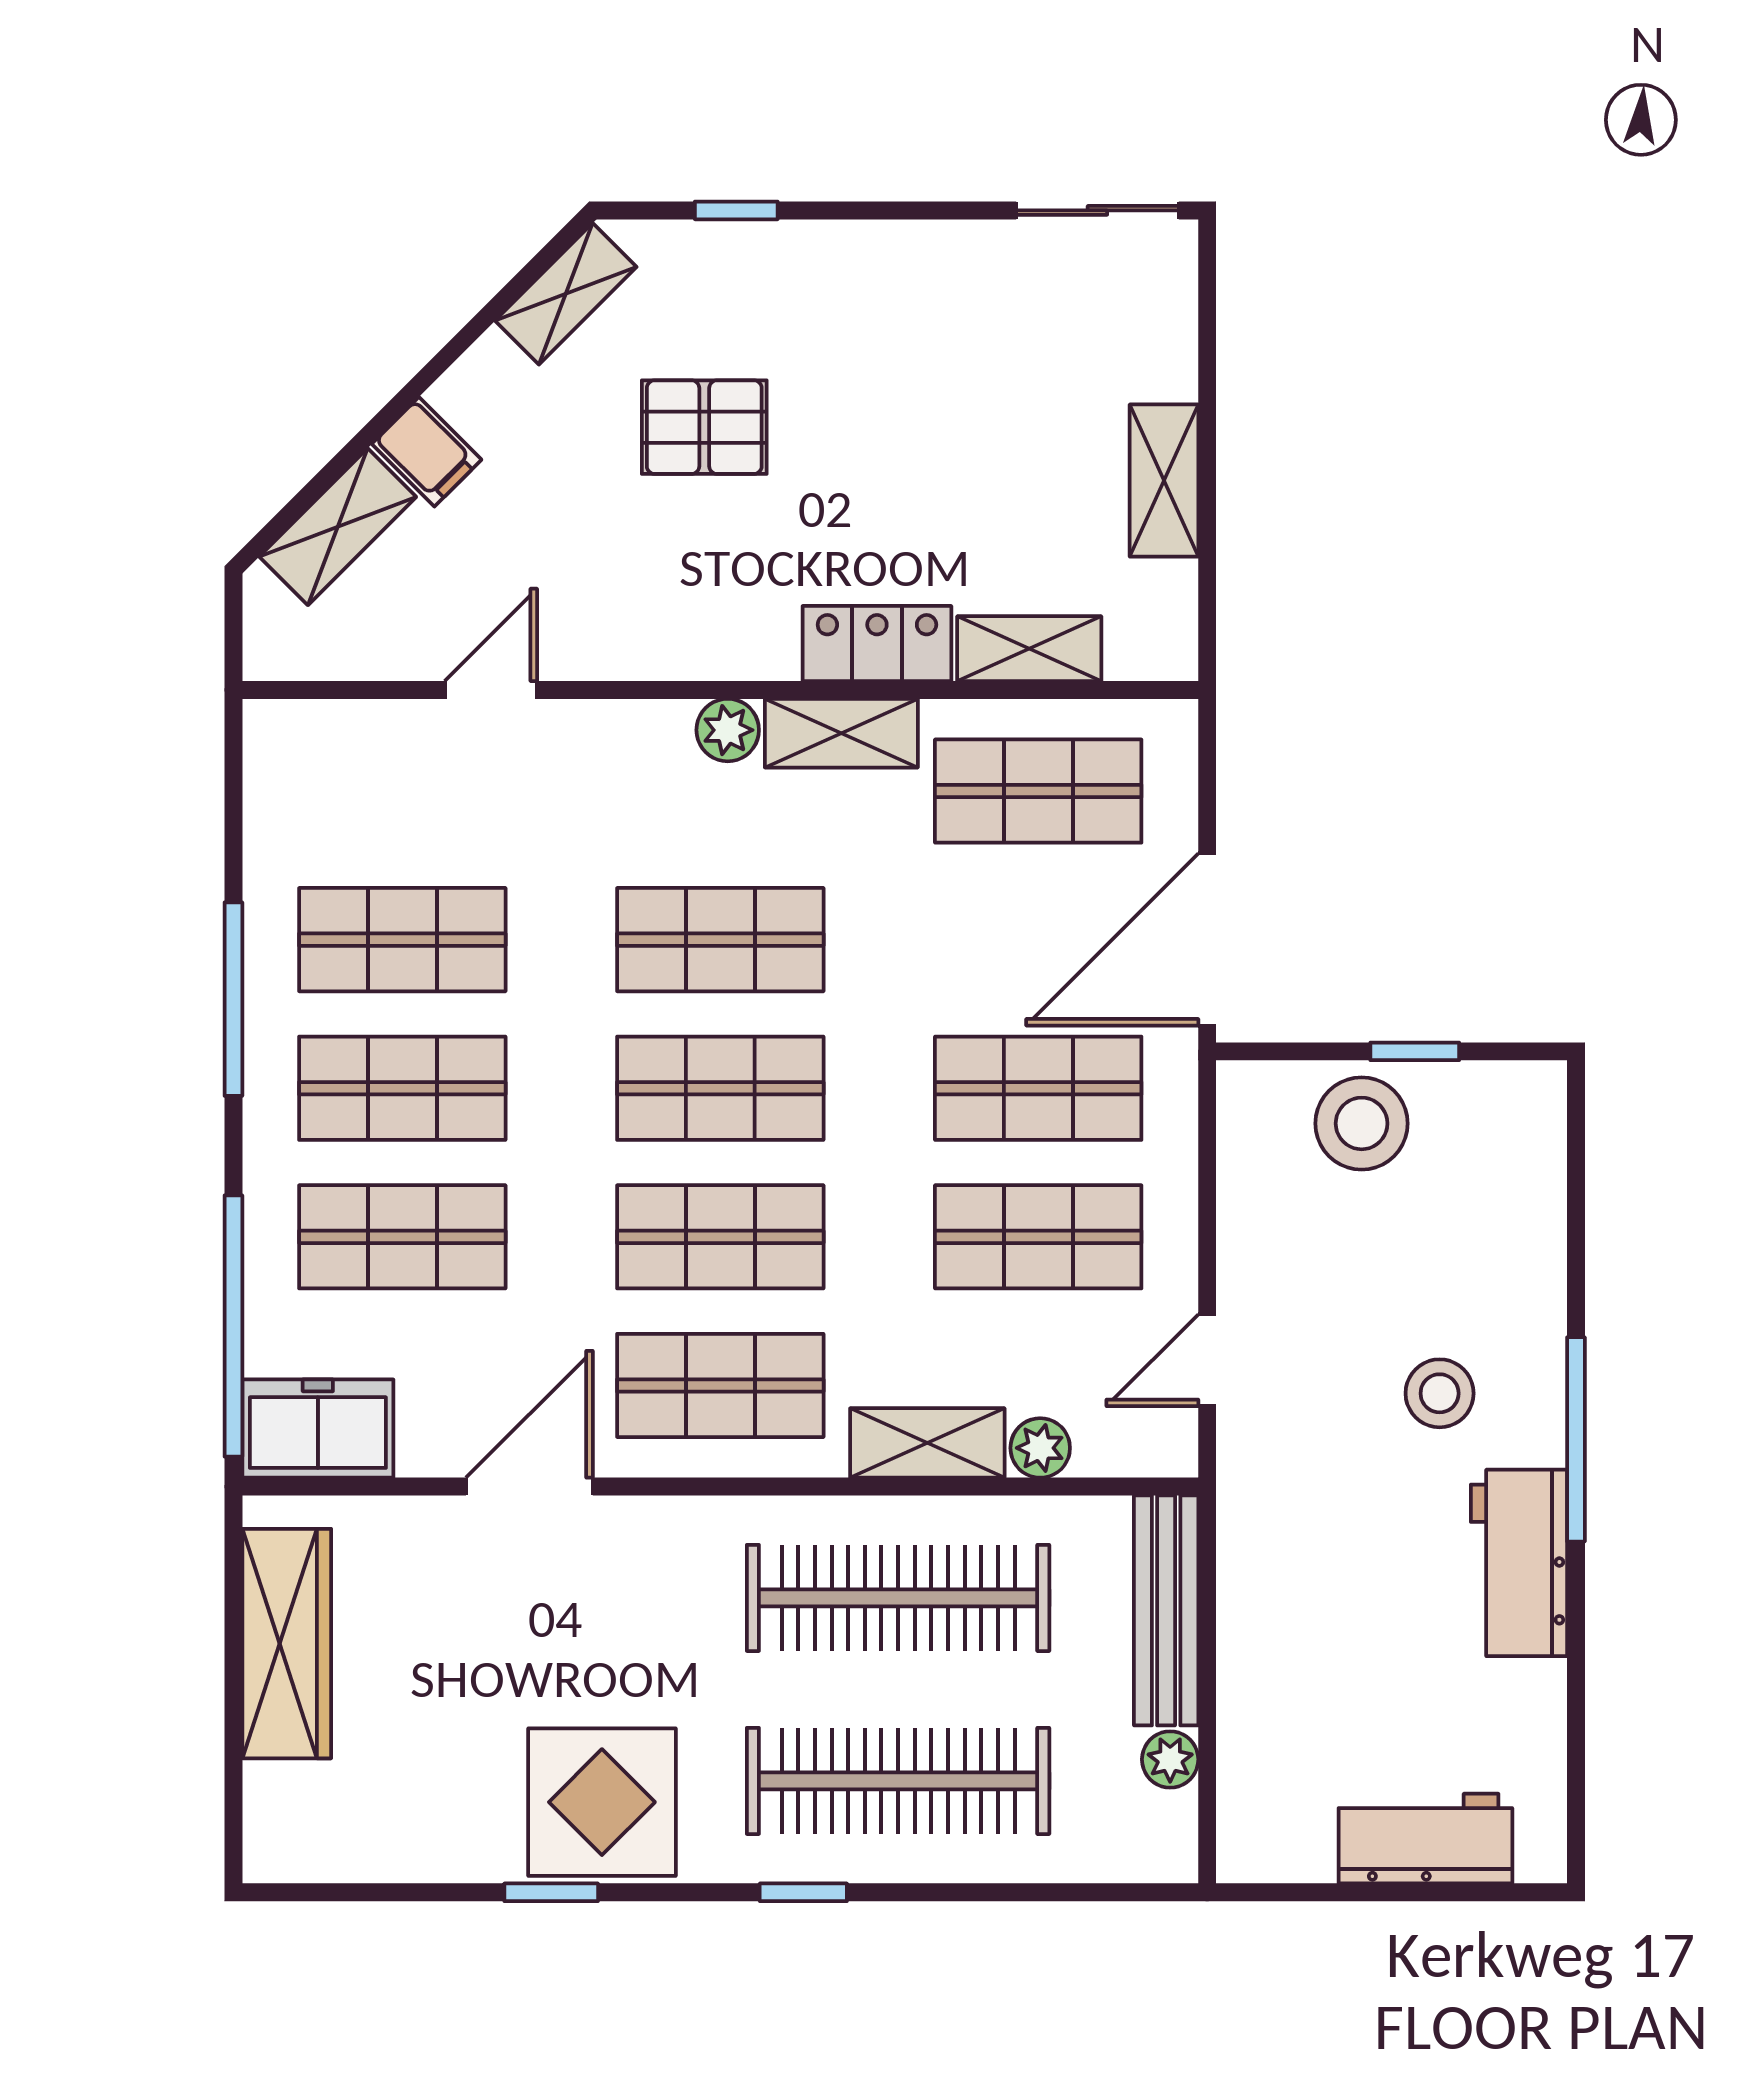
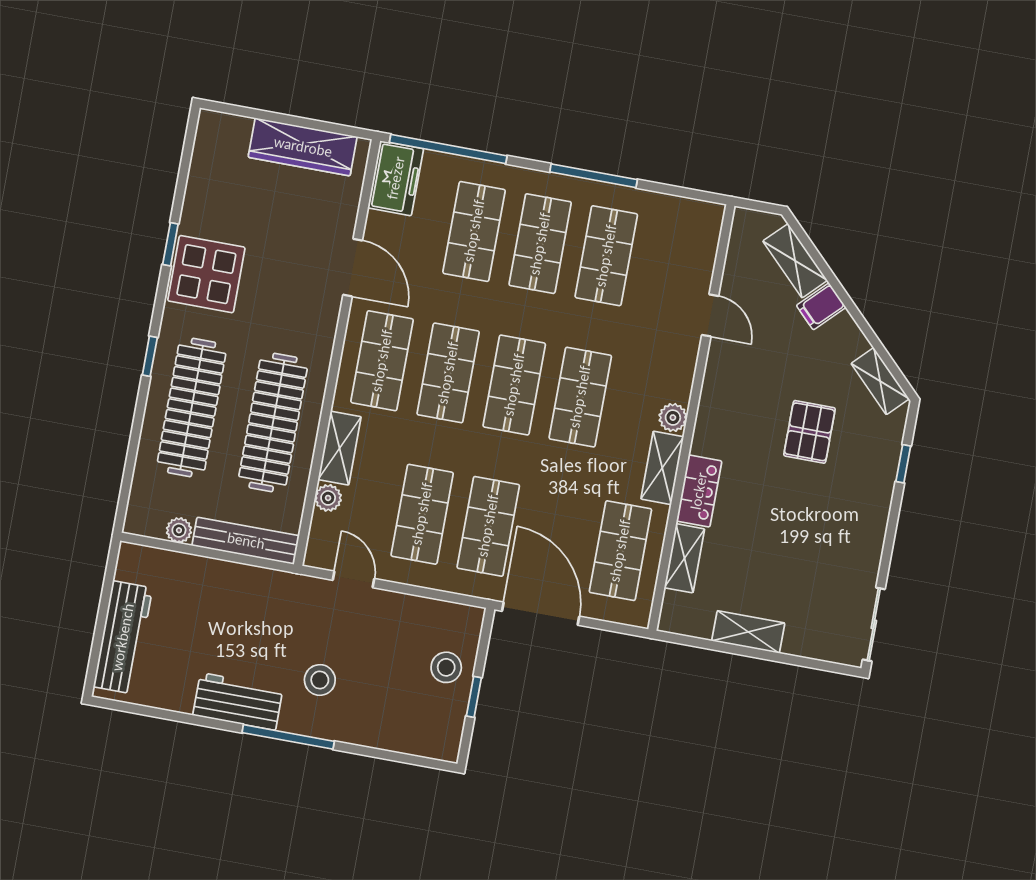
stool: (1362, 1123) -> (446, 667), width x0.73, depth x0.73
workbench: (1425, 1839) -> (123, 637), width x1.38

